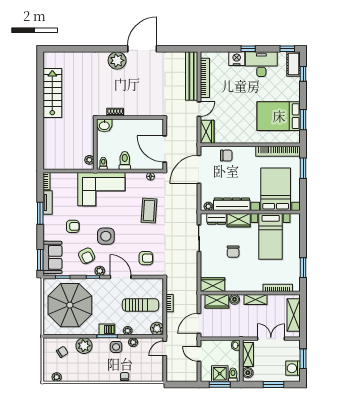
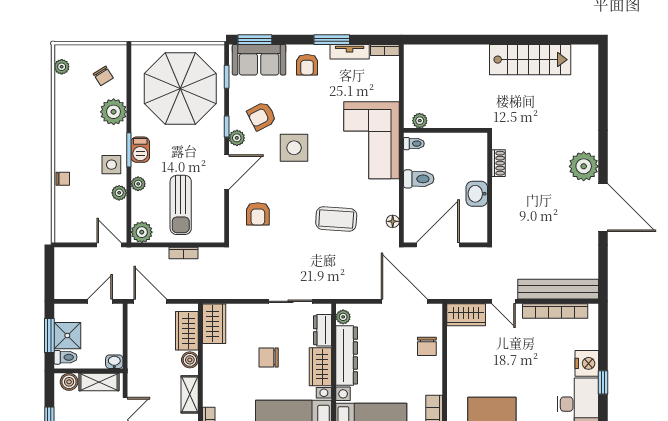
washbasin: (104, 125) -> (477, 194), moved
armchair: (73, 226) -> (307, 65), moved

